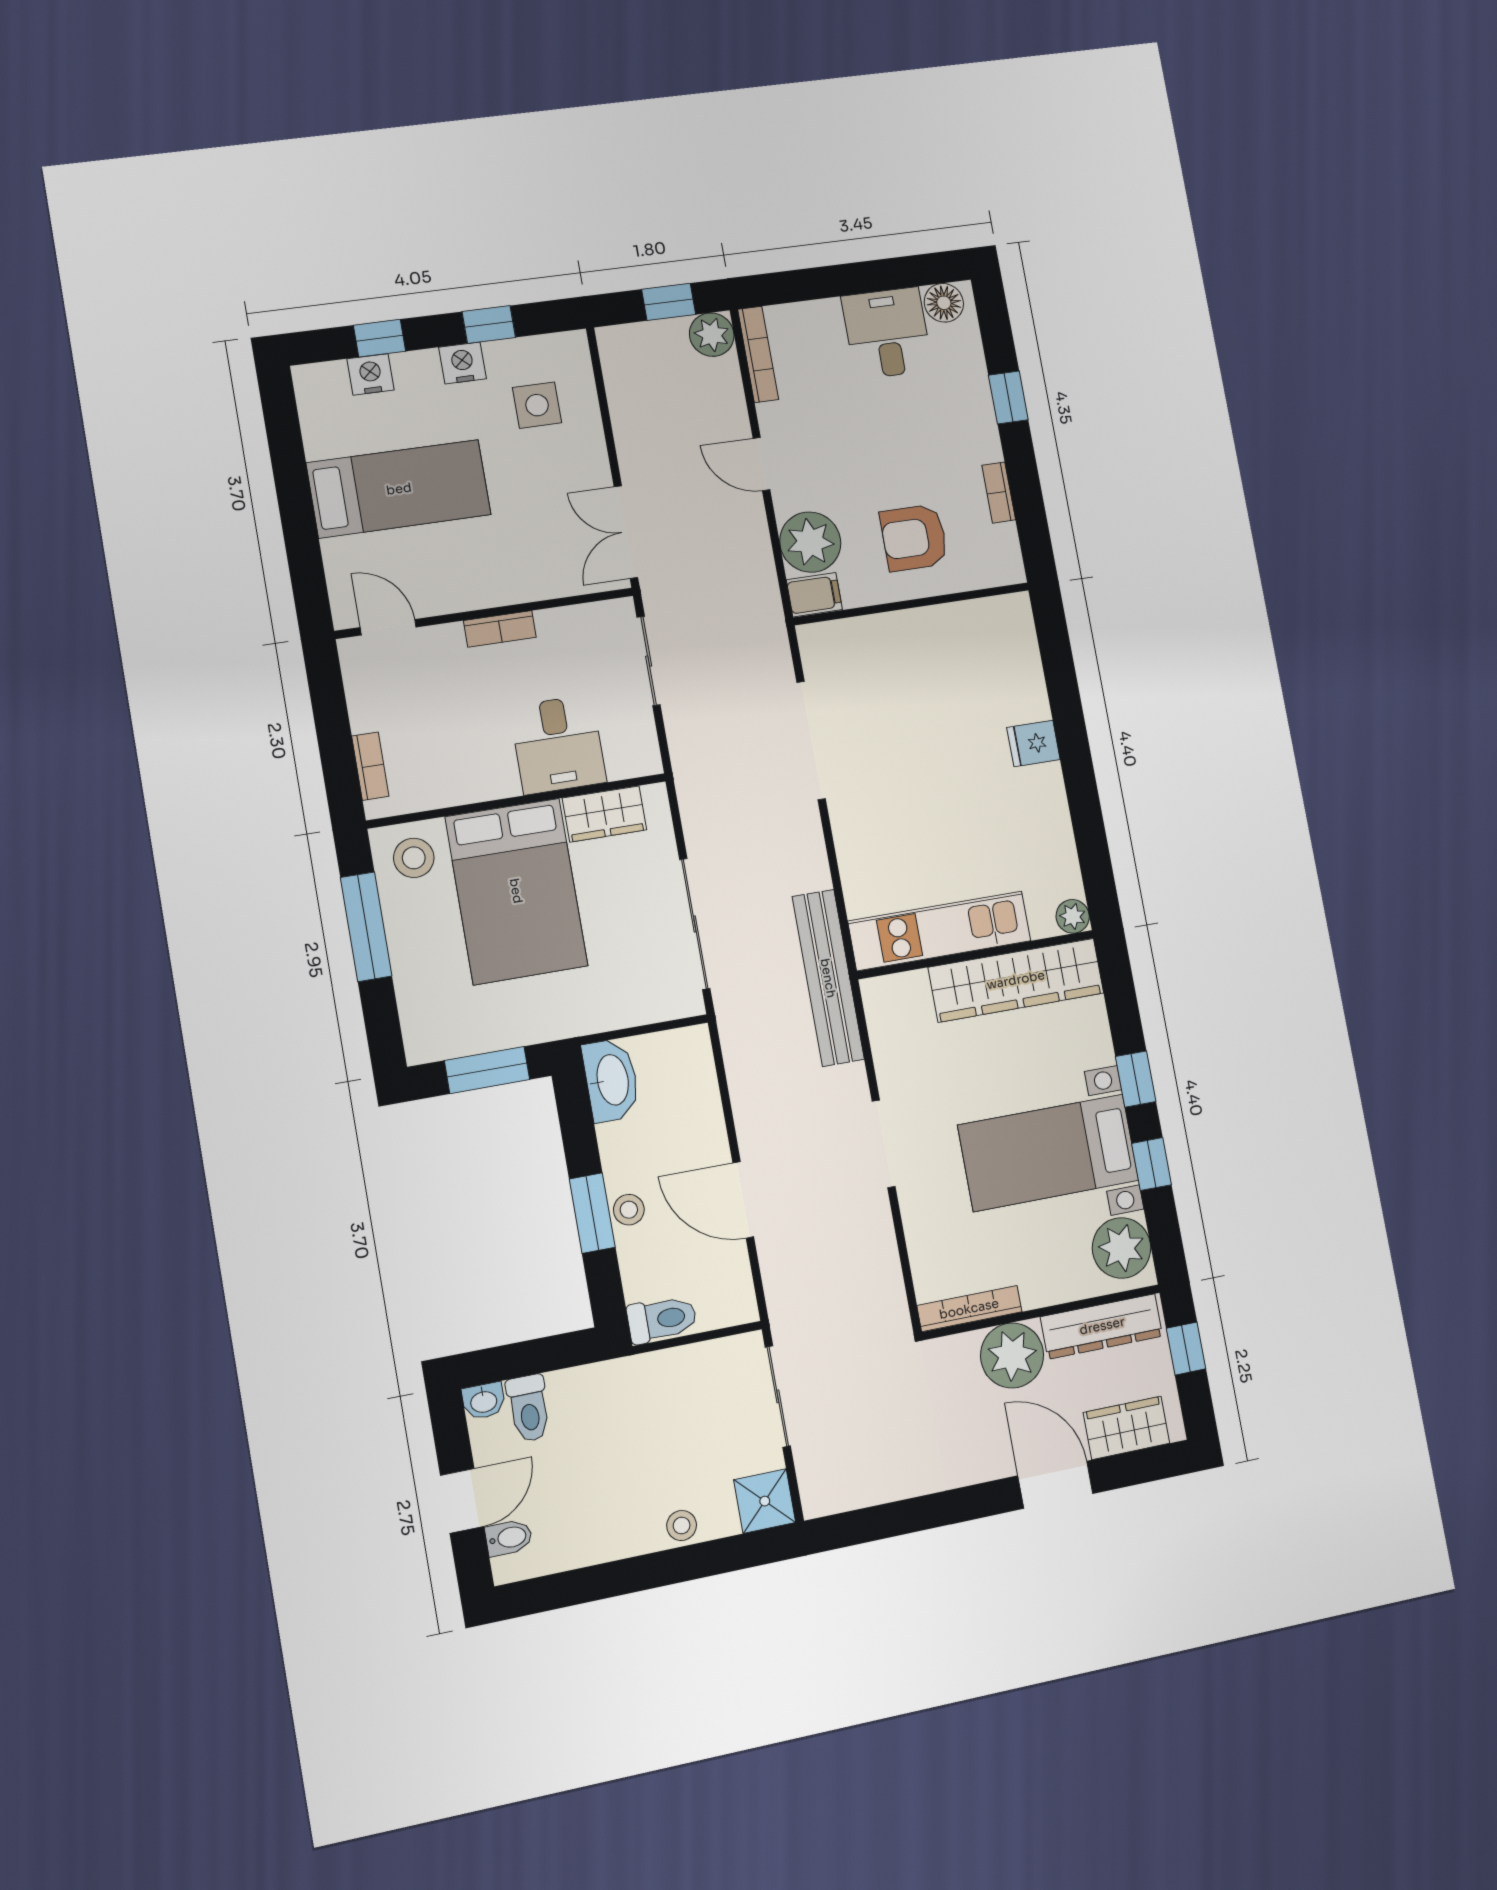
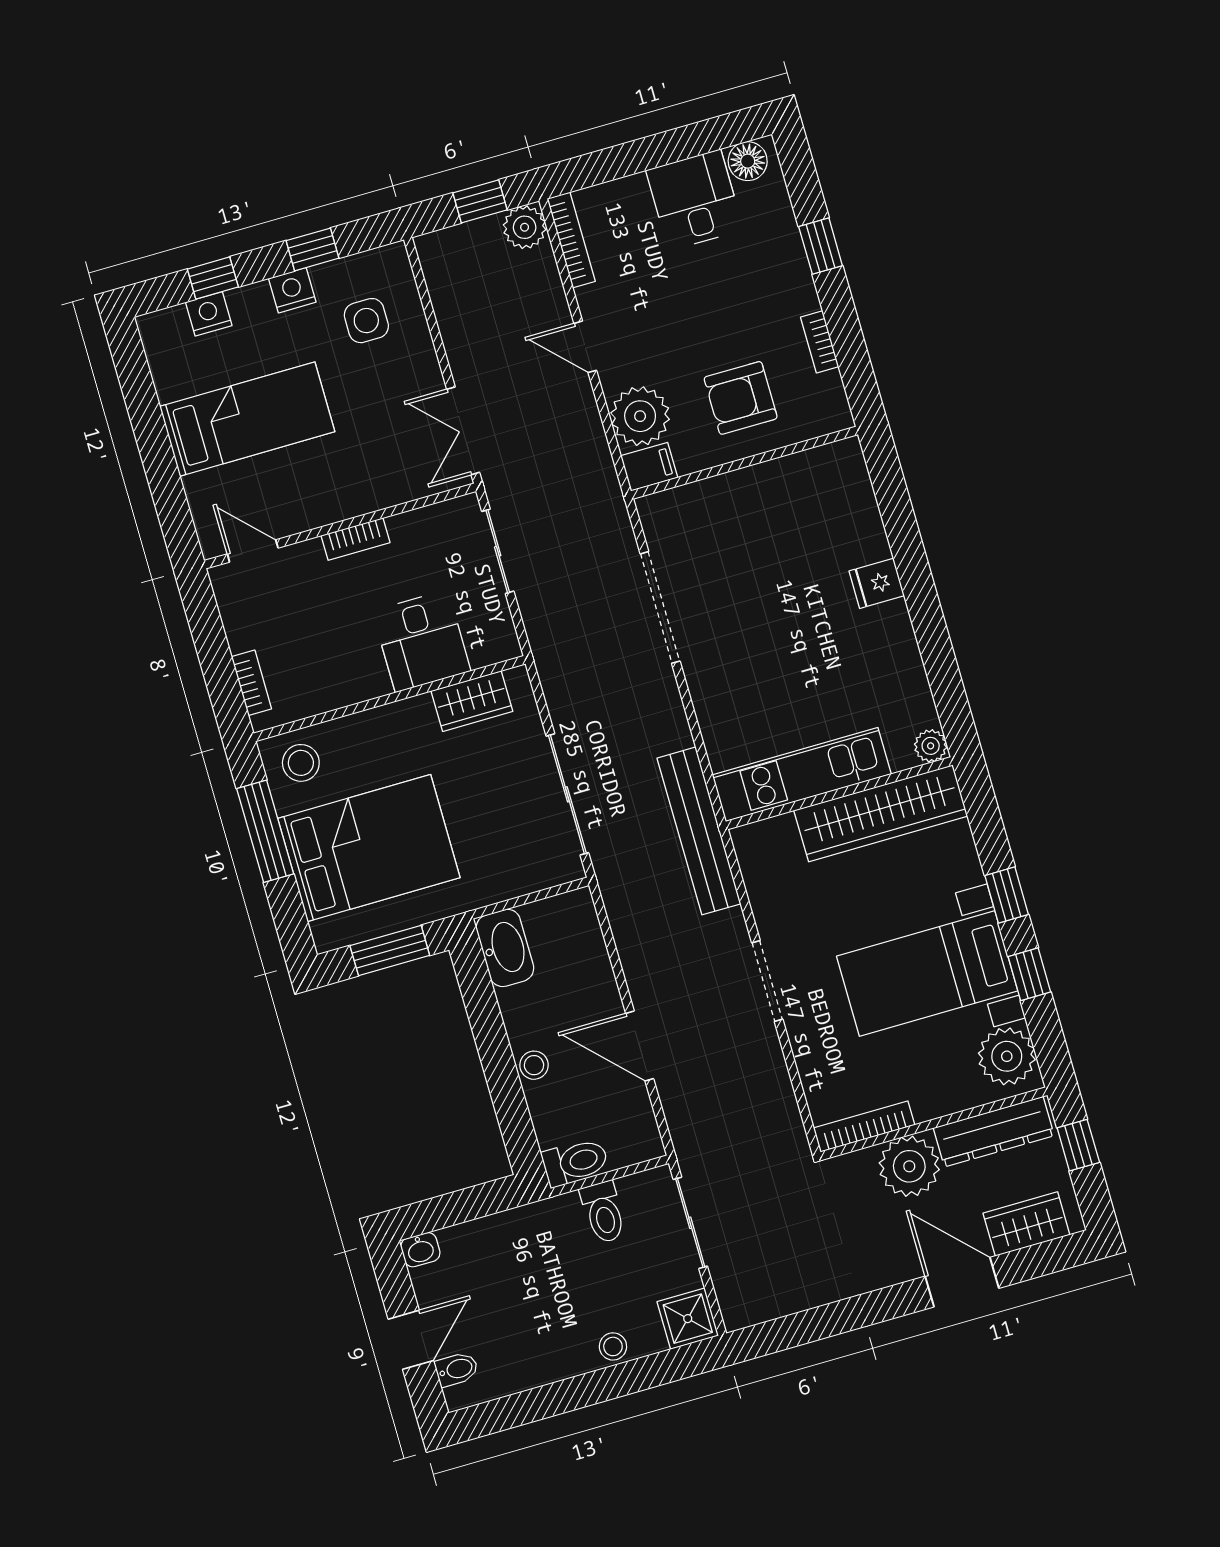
bed: (516, 891) -> (369, 848), moved, turned -90
window: (592, 1213) -> (501, 1071), removed
toilet: (529, 1408) -> (603, 1212), moved

